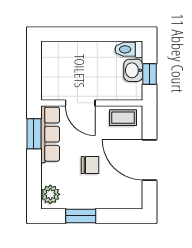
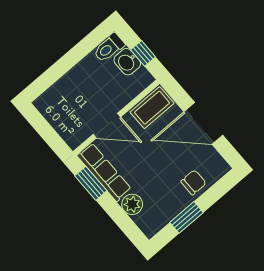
coffee table: (123, 118) -> (152, 108), width x1.36, depth x1.30
chair: (90, 165) -> (193, 182), moved
plant: (50, 194) -> (132, 204), moved

